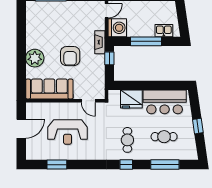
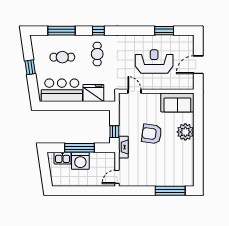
washing machine: (117, 28) -> (80, 161), moved, turned -90
armchair: (70, 56) -> (152, 134), turned -82
sofa: (49, 89) -> (177, 102), width x0.73

